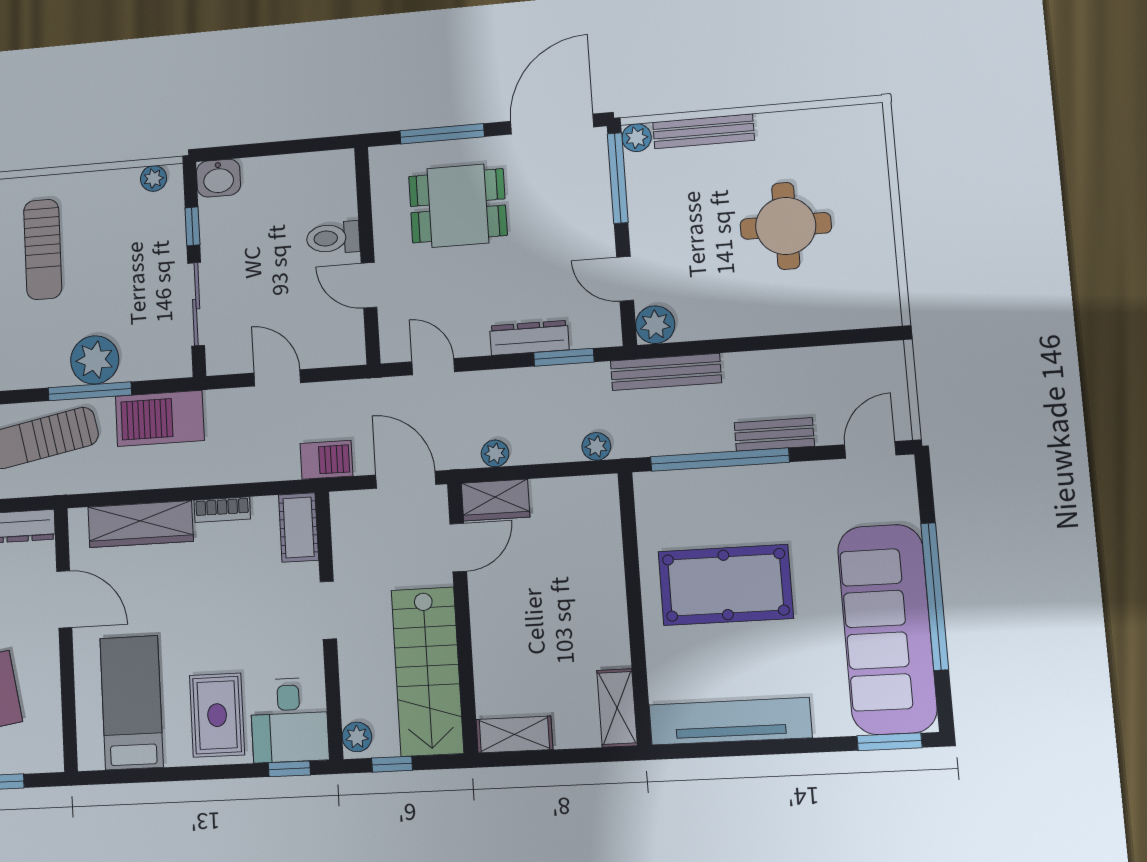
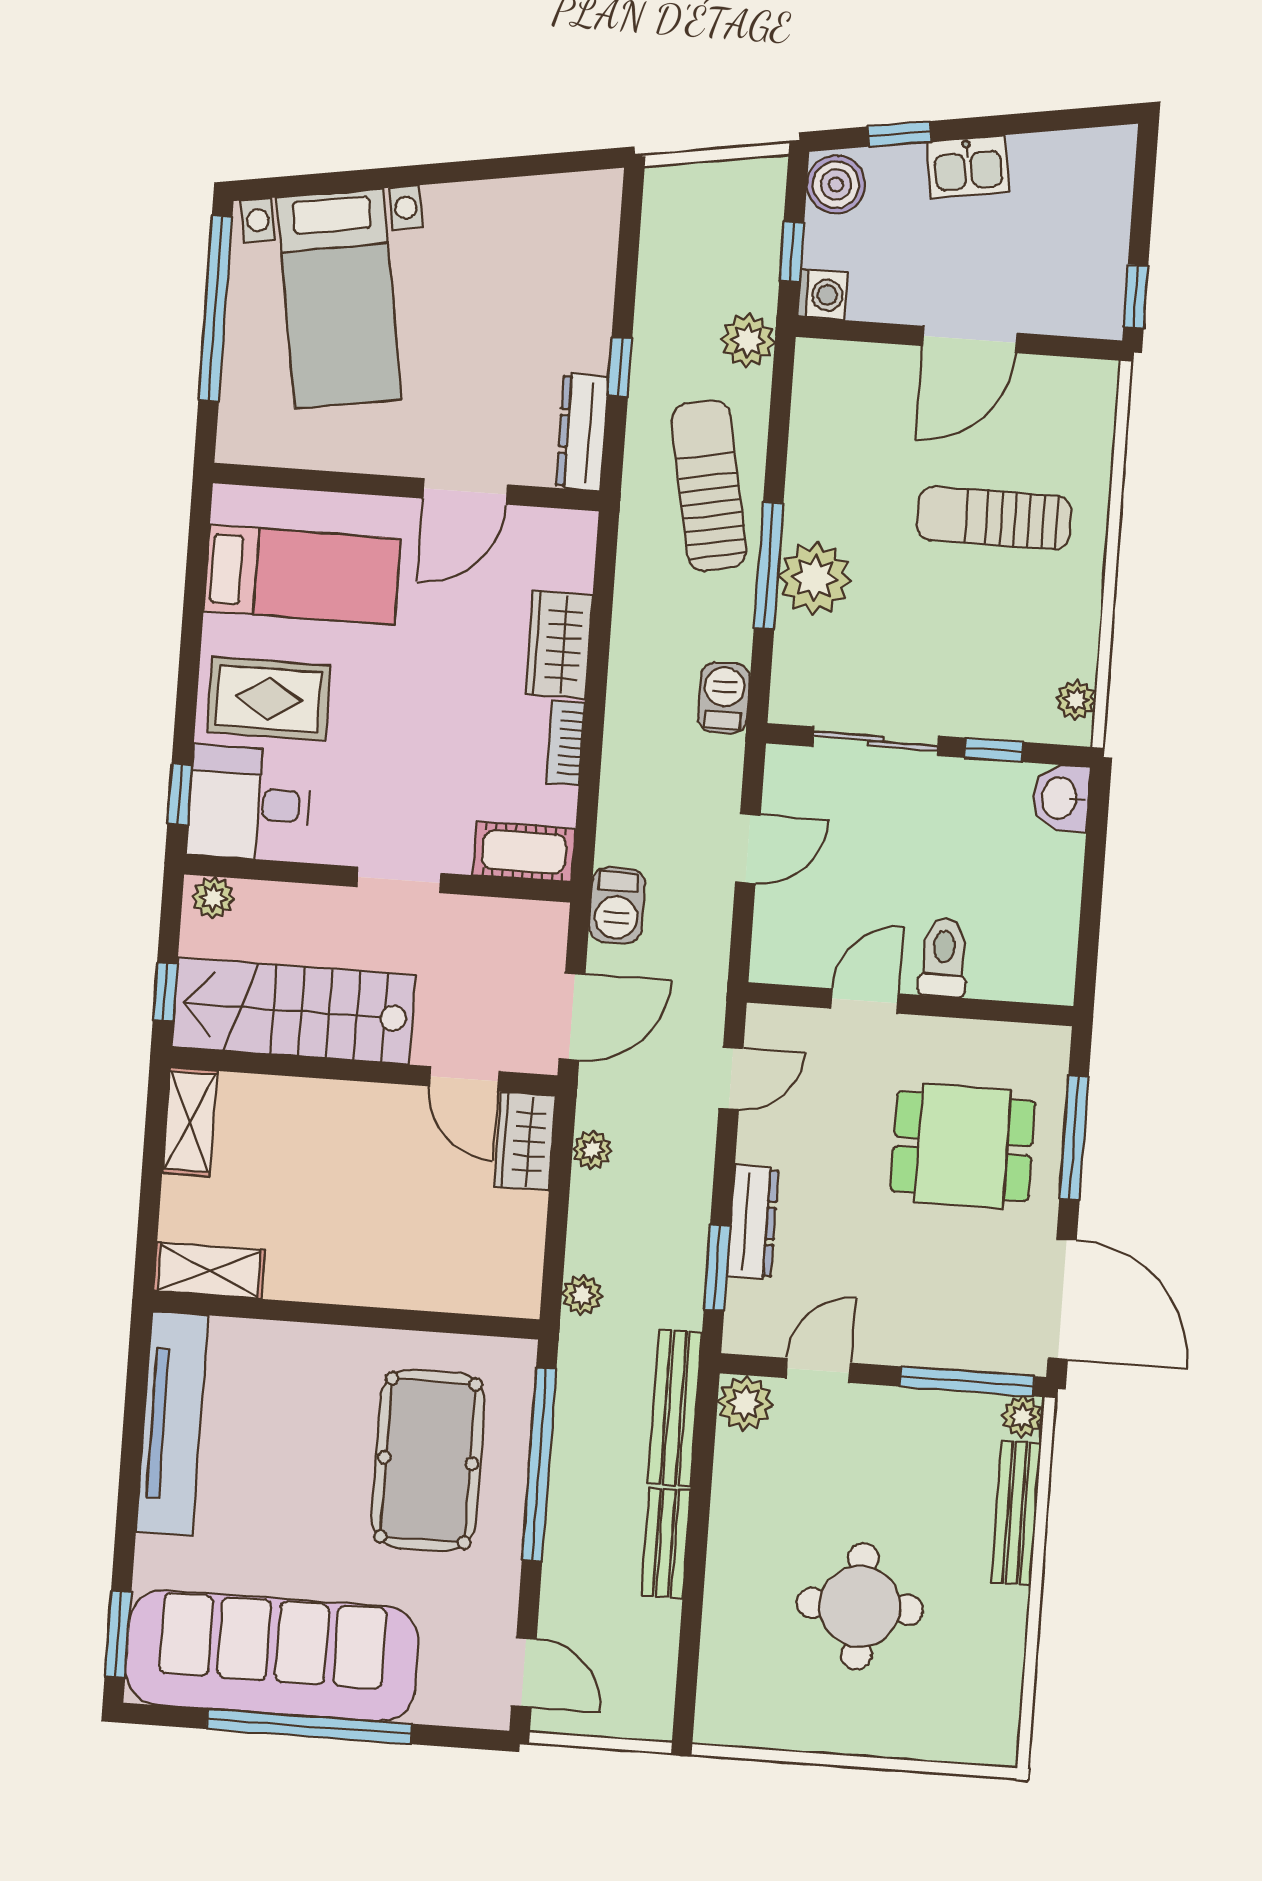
dining table: (458, 206) -> (963, 1146), turned 90
barbecue: (160, 418) -> (724, 698), width x0.53, depth x0.65
bench: (774, 434) -> (666, 1543), moved
wardrobe: (140, 524) -> (559, 645), width x0.67
pool table: (726, 585) -> (428, 1460), moved
window: (392, 764) -> (165, 992), moved

